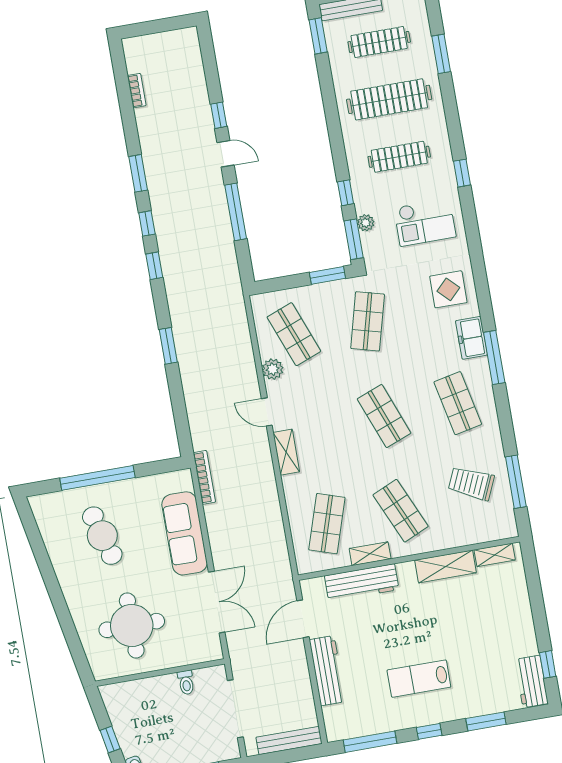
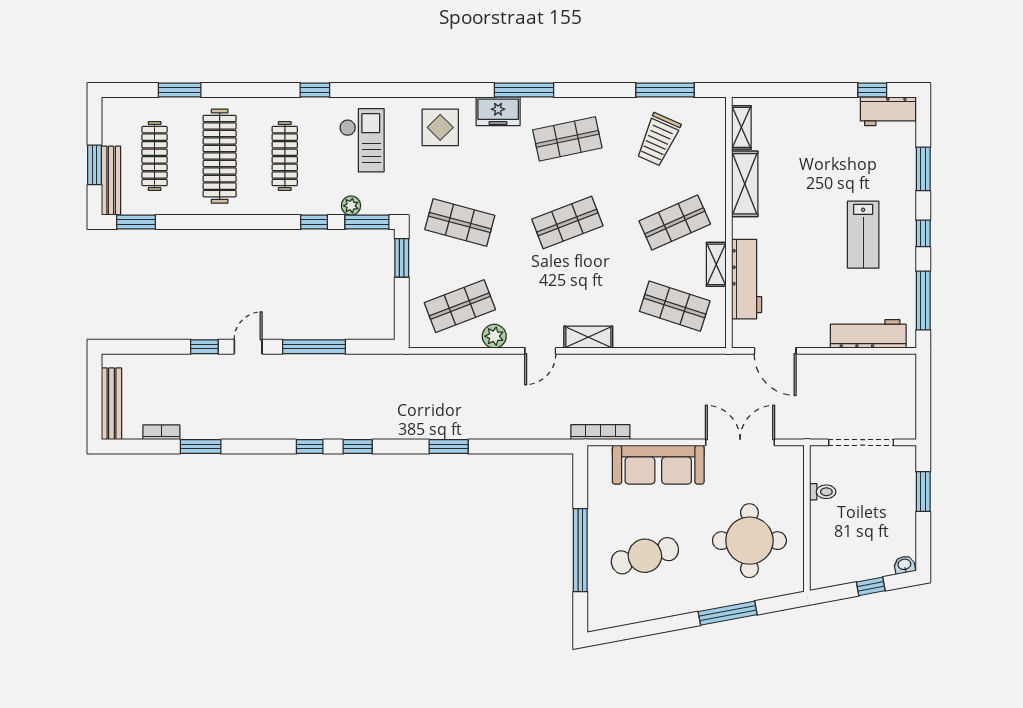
window: (138, 173) -> (201, 447), moved
window: (64, 617) -> (728, 613), added
workbench: (327, 671) -> (868, 334), moved
bench: (289, 740) -> (111, 404), moved

